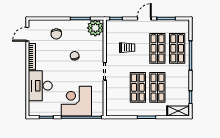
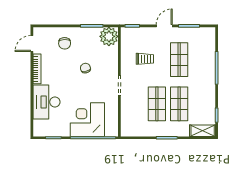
shop shelf: (177, 48) -> (201, 60), removed

